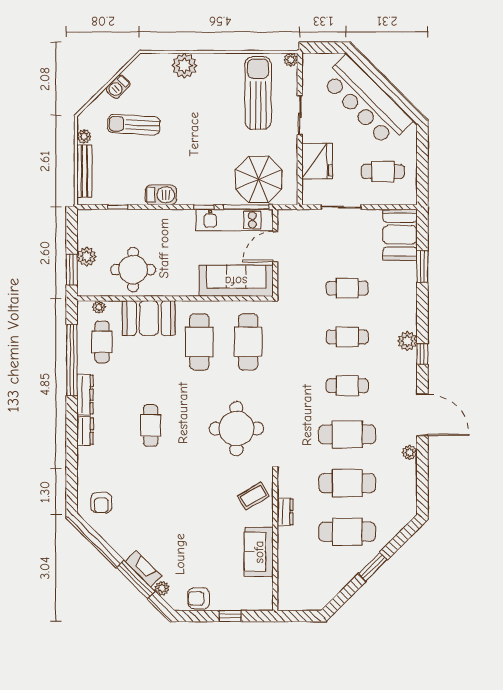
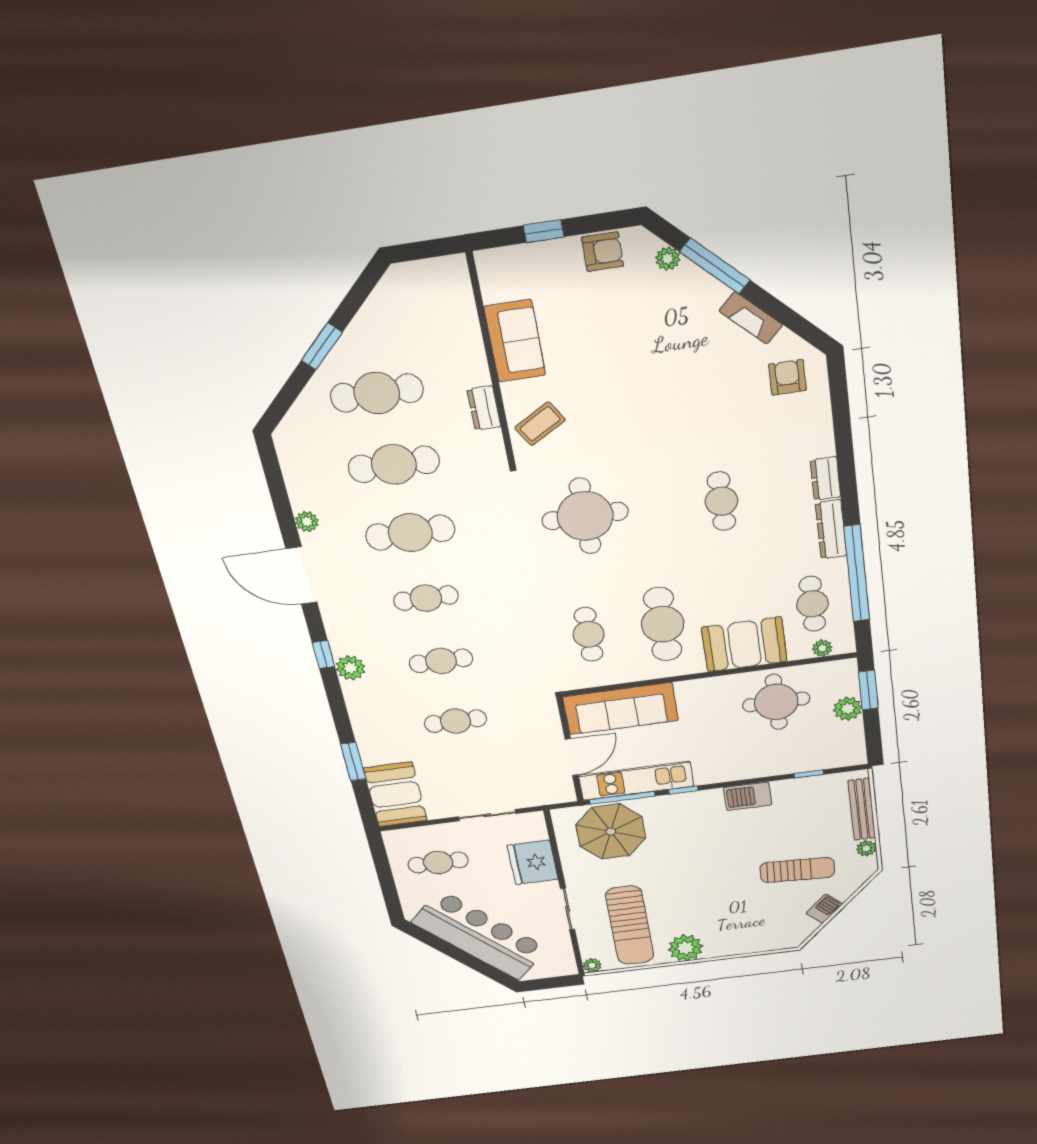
plant: (184, 66) -> (685, 948), moved
cafe table: (248, 342) -> (589, 634), width x0.73, depth x0.74
fireplace: (143, 569) -> (751, 318), moved

